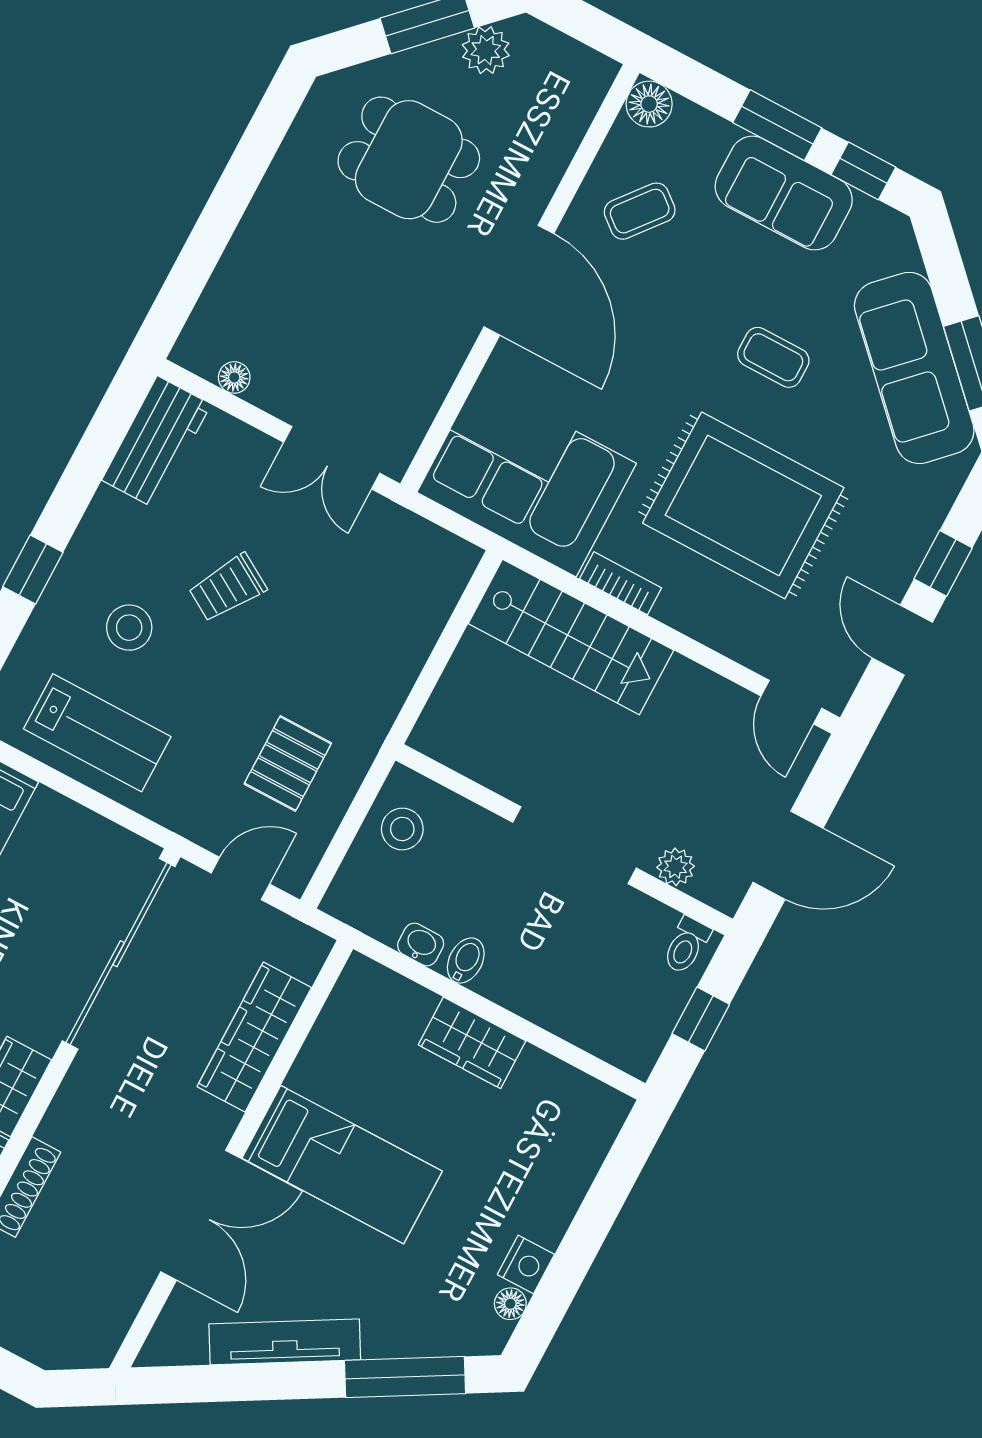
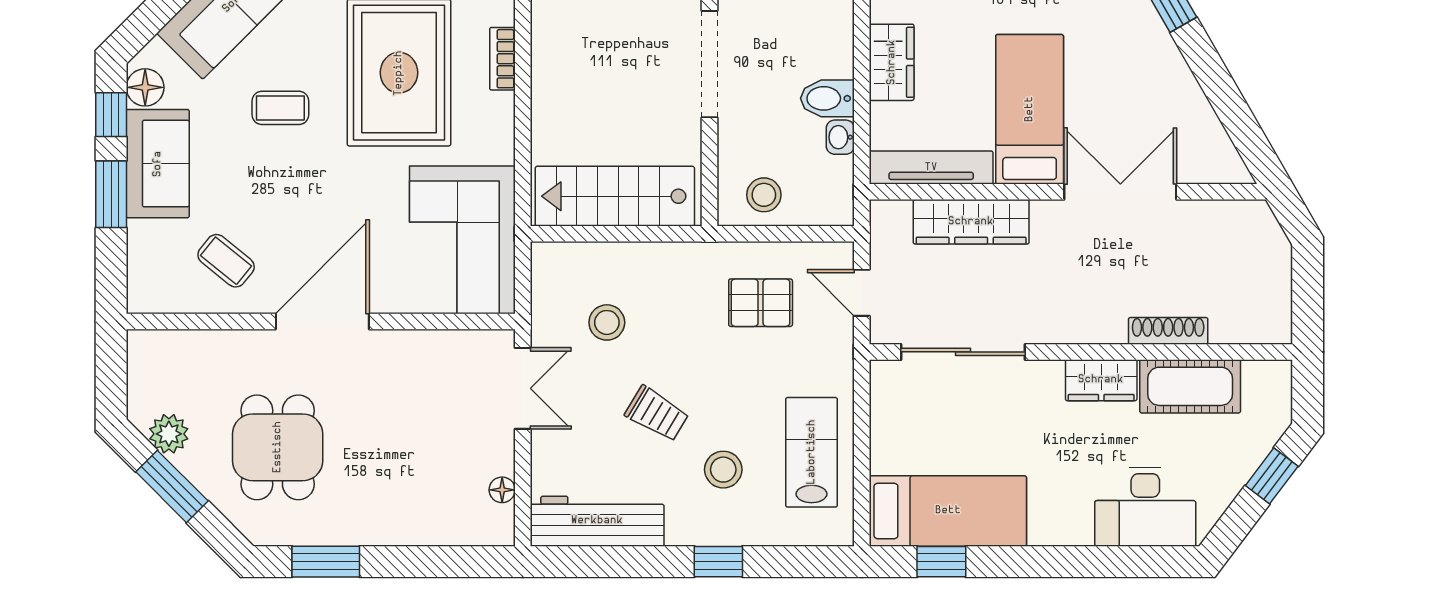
floor lamp: (649, 104) -> (145, 87), moved
window: (258, 146) -> (326, 562), added
coffee table: (773, 357) -> (280, 108), turned 90
workbench: (156, 442) -> (597, 521), width x1.38
bookcase: (621, 583) -> (502, 59), moved
stool: (355, 586) -> (607, 322), added
stairs: (571, 637) -> (615, 196), moved, turned -90
sliding door: (119, 954) -> (963, 352), width x0.73
bidet: (466, 961) -> (827, 98), width x1.38, depth x1.36
tv unit: (285, 1342) -> (931, 168), moved, turned 120

